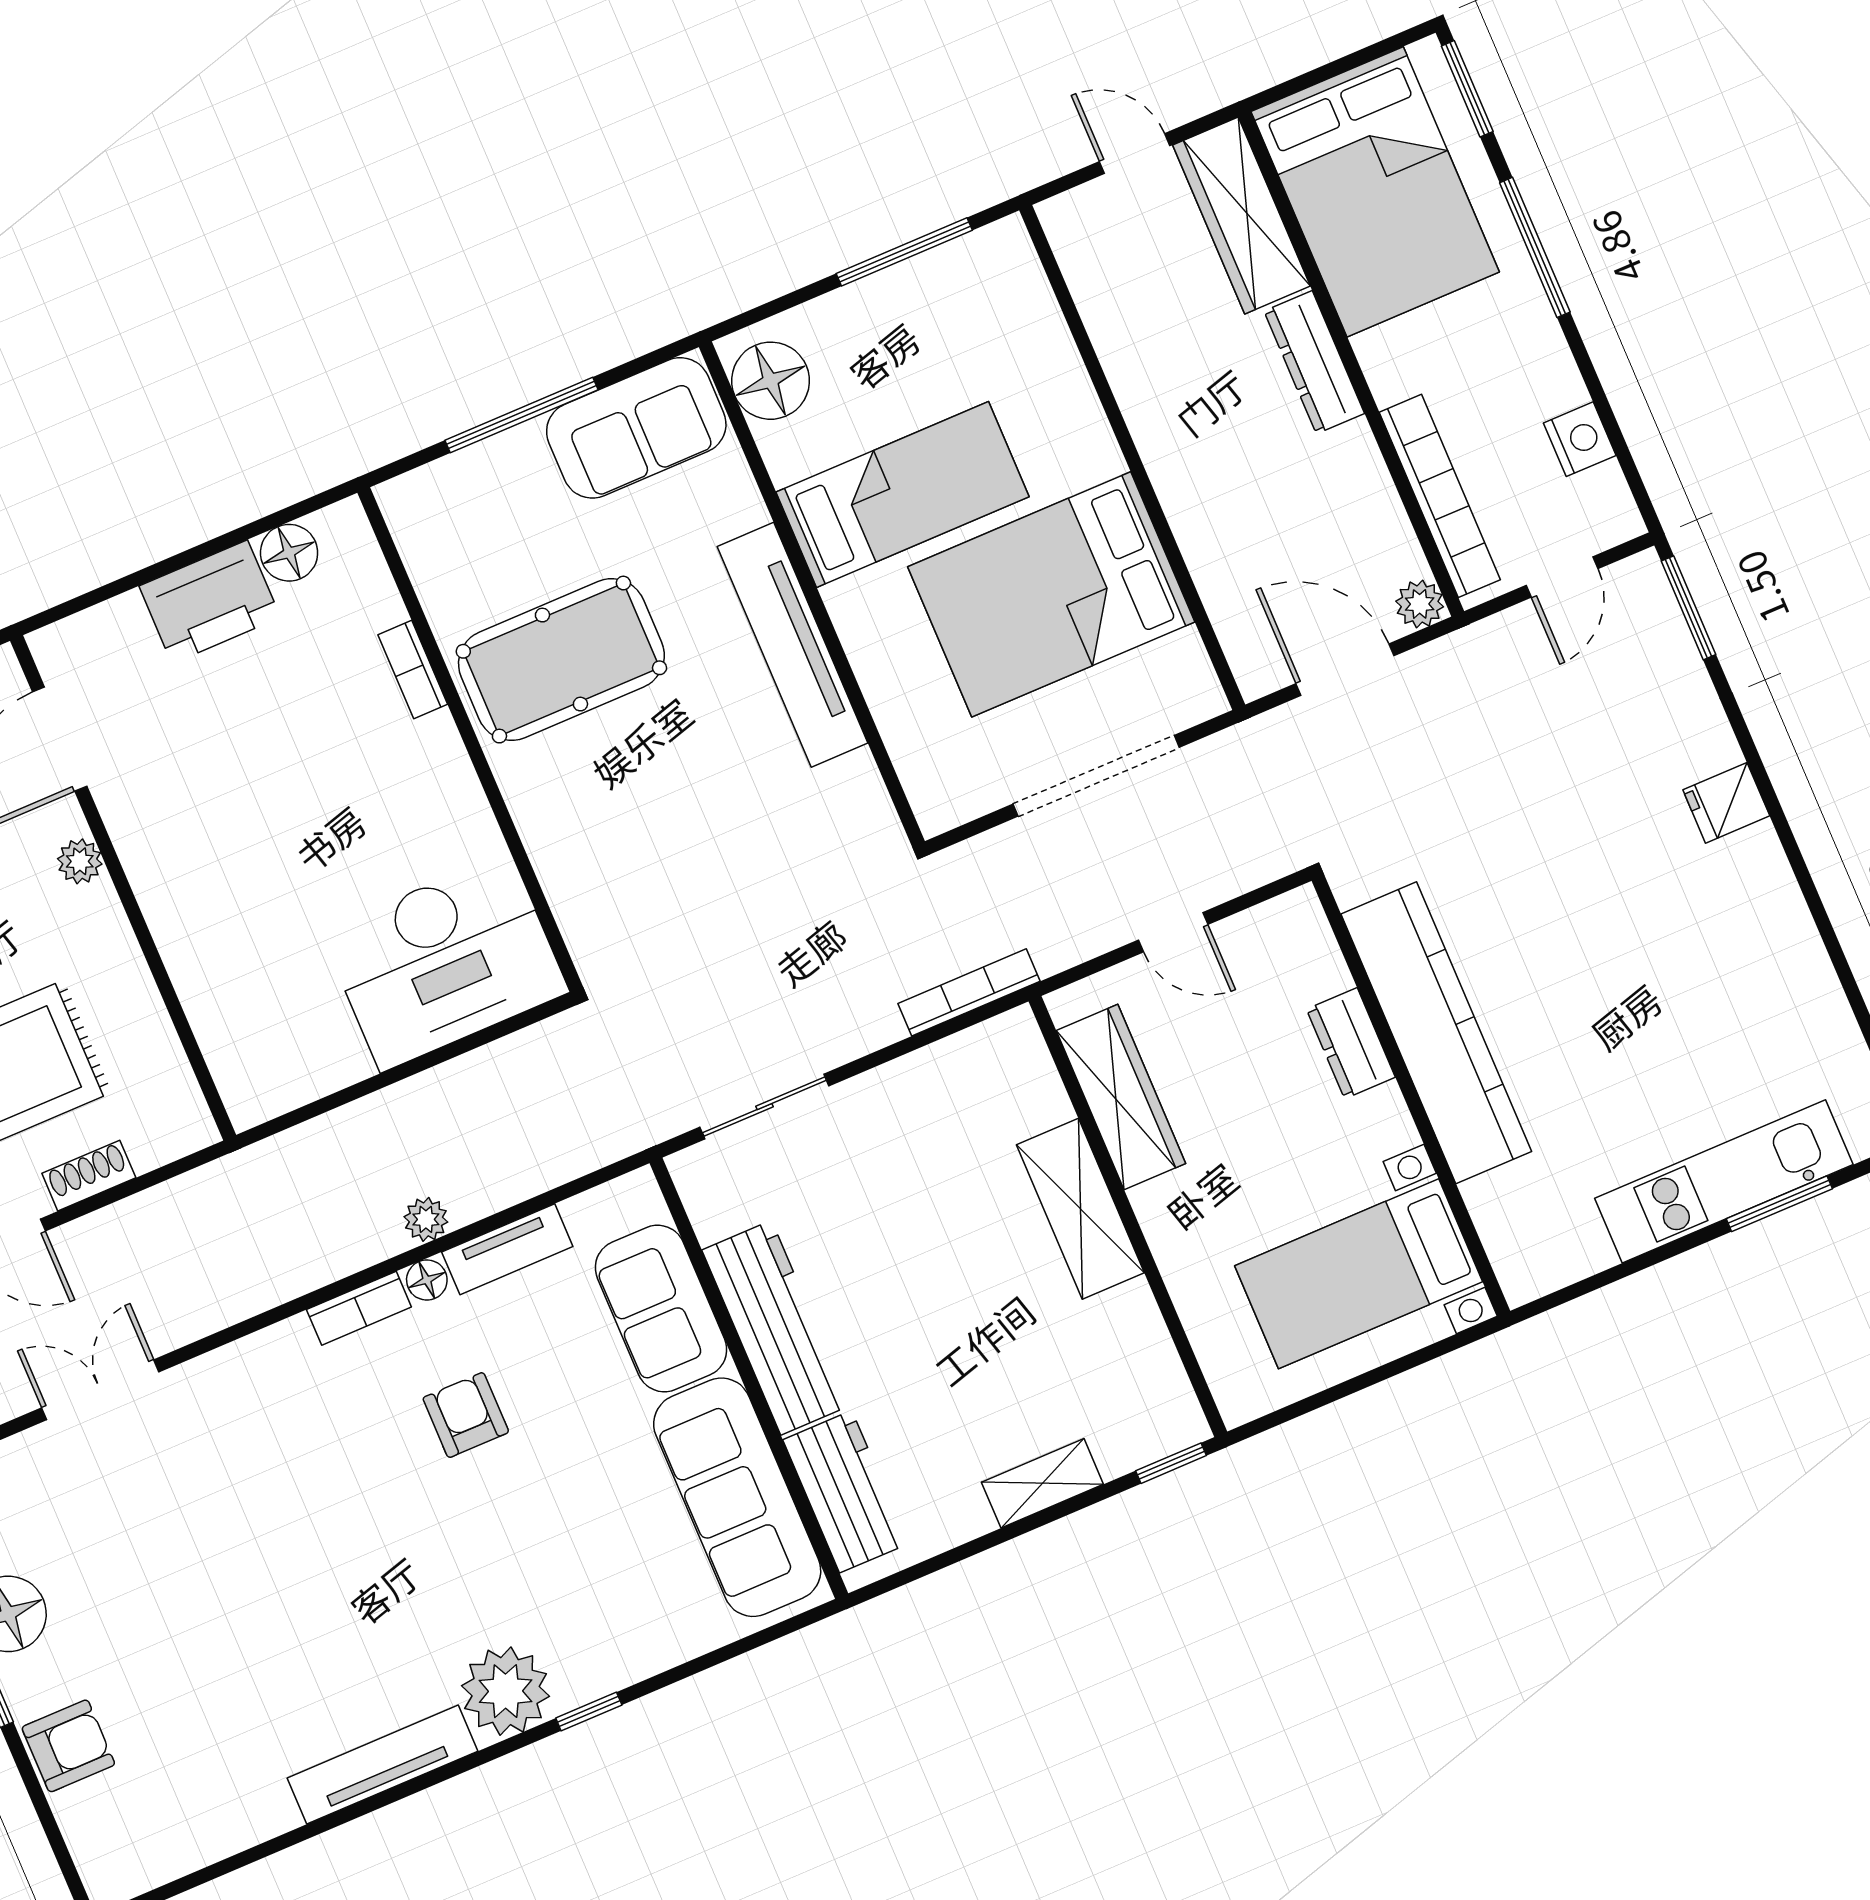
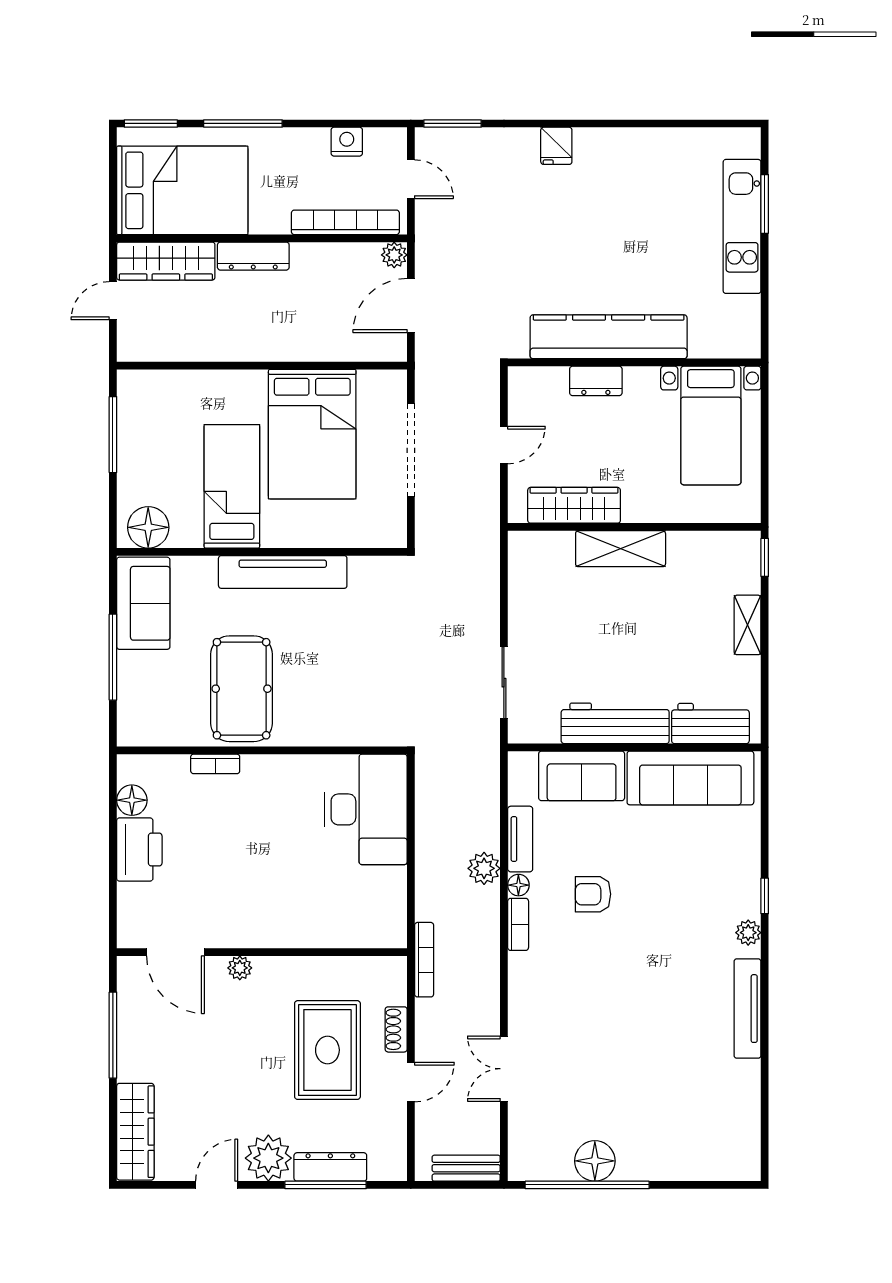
bookcase: (969, 992) -> (424, 960), moved, turned 180
plant: (426, 1219) -> (484, 868), width x1.38, depth x1.38
plant: (506, 1691) -> (748, 933), width x0.53, depth x0.53
armchair: (68, 1746) -> (672, 1159), removed

